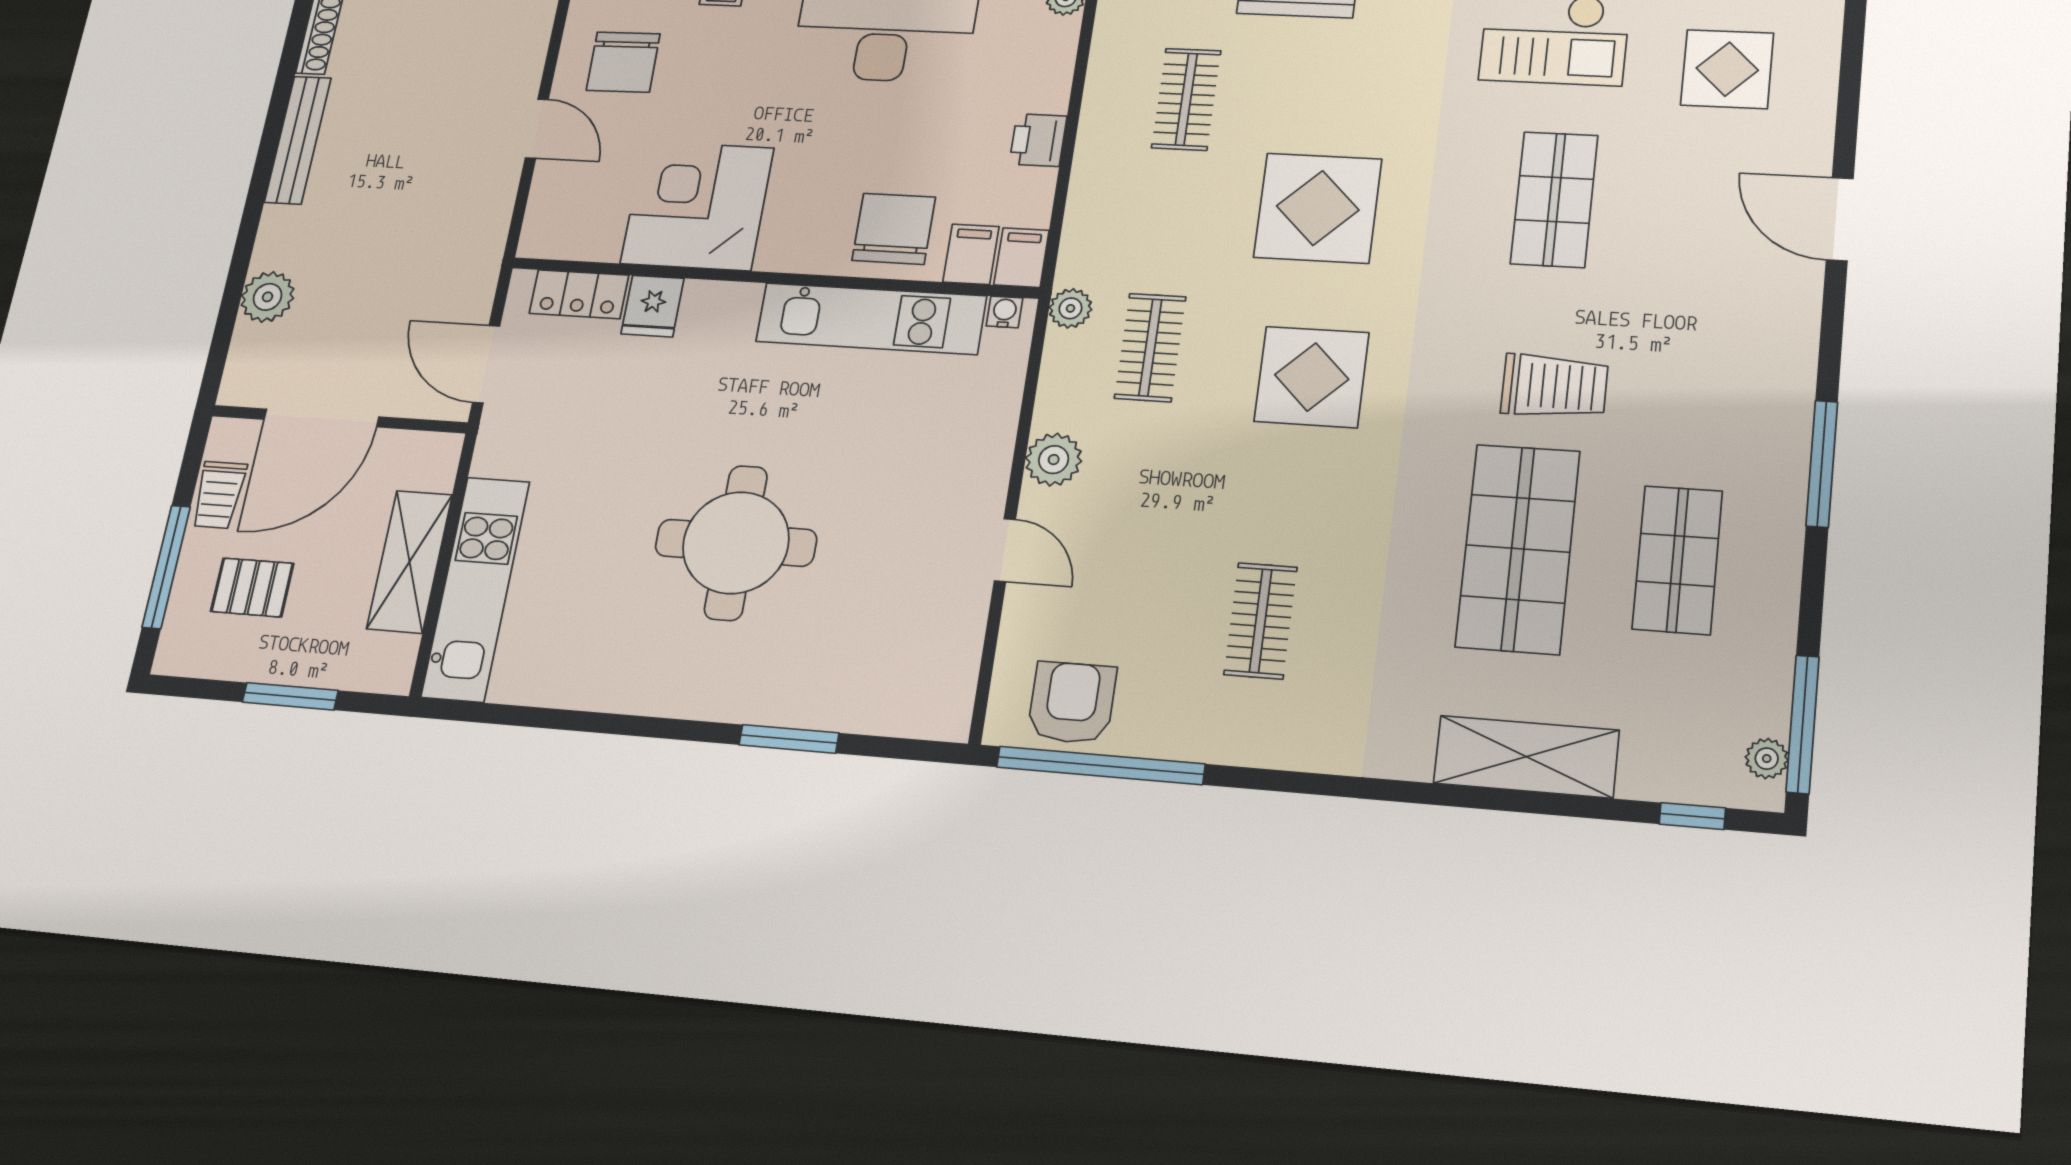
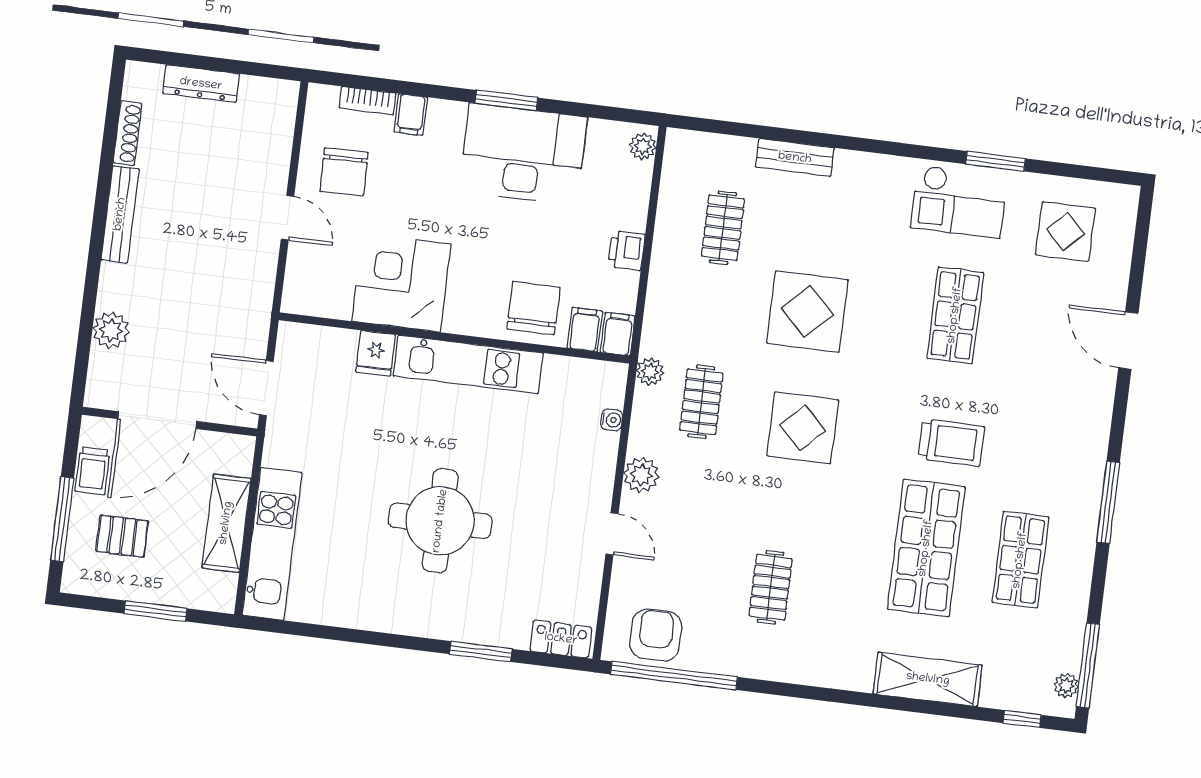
locker: (579, 294) -> (561, 639), moved, turned 180
water cooler: (1005, 312) -> (612, 420), moved, turned 90
kitchen unit: (871, 319) -> (468, 364), moved

